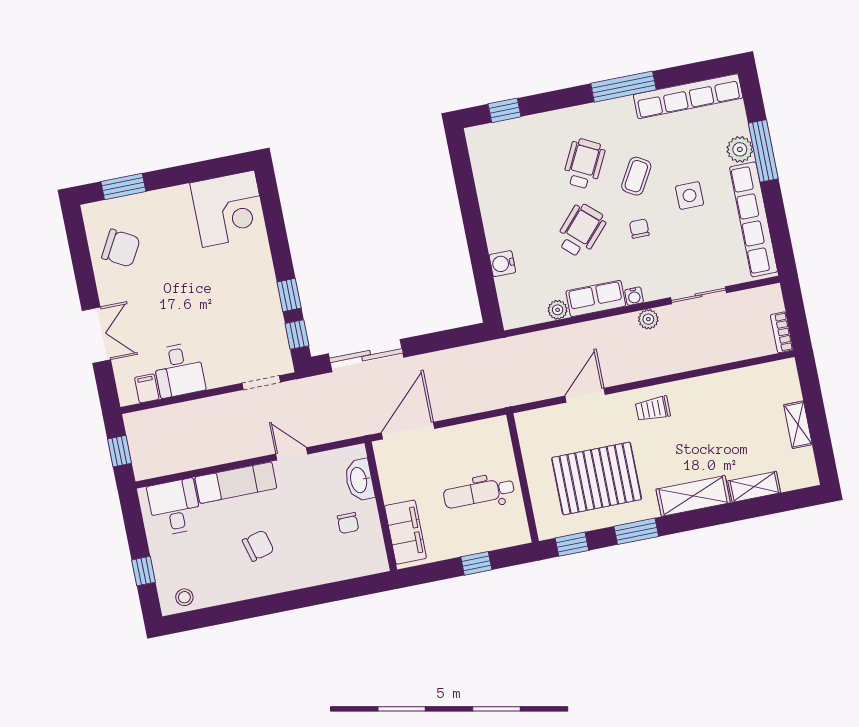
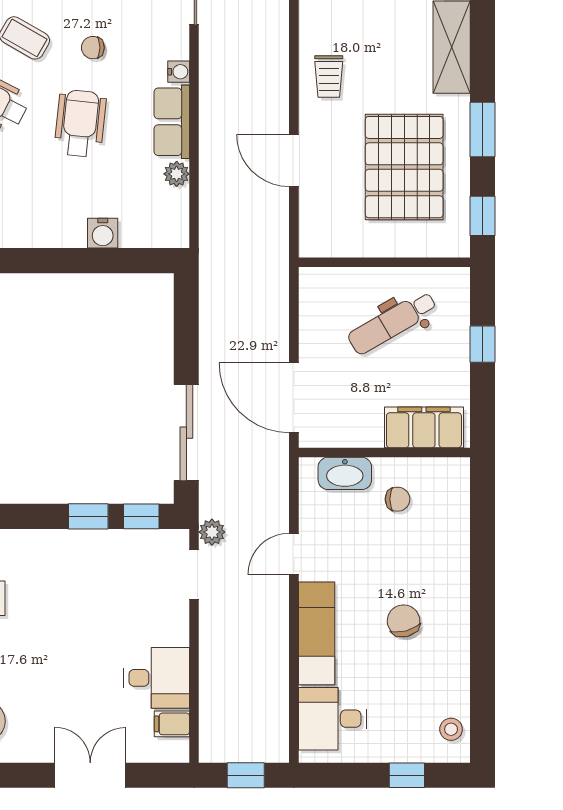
wheelchair: (581, 230) -> (80, 123), turned 54
plant: (648, 319) -> (212, 532), moved
dental chair: (479, 493) -> (392, 323), turned 60

